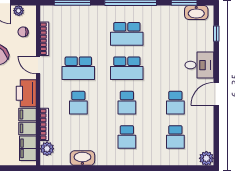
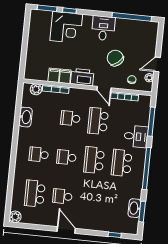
washbasin: (196, 12) -> (135, 208), moved
door: (38, 65) -> (104, 89), swing flipped
desk: (199, 65) -> (136, 136), moved, turned -90
school desk: (175, 137) -> (35, 194), width x1.85
filing cabinet: (28, 148) -> (38, 74), removed

